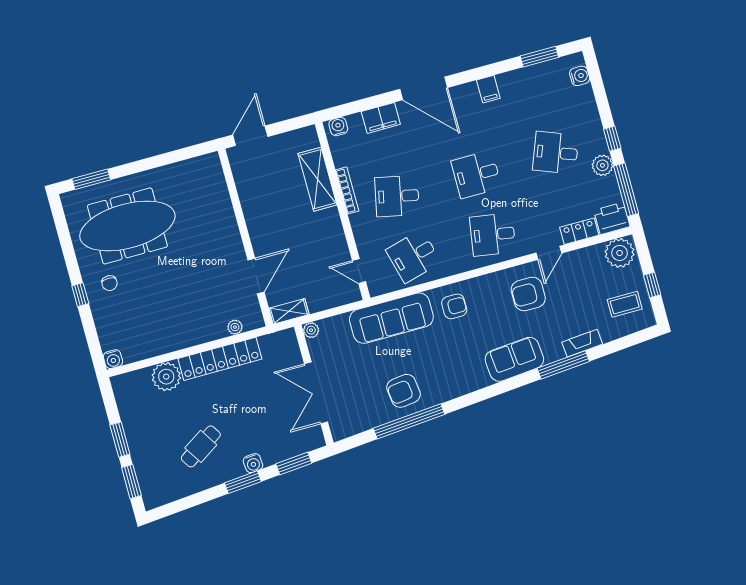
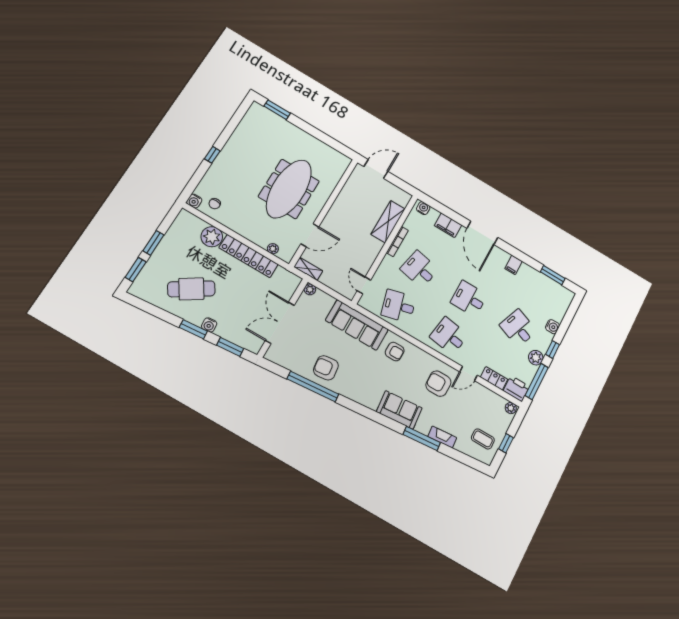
water cooler: (580, 76) -> (552, 327), moved
meeting table: (127, 226) -> (289, 189), moved, turned 90
plant: (620, 253) -> (511, 408), width x0.53, depth x0.53
chair: (109, 283) -> (215, 204), moved
cafe table: (201, 446) -> (191, 289), width x1.37, depth x1.35

